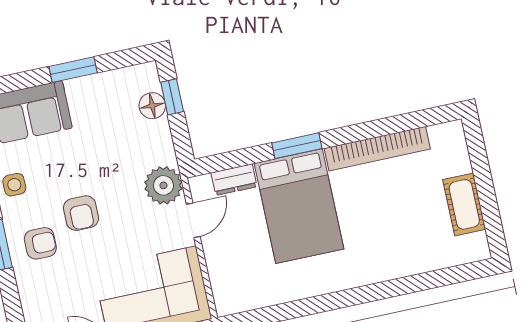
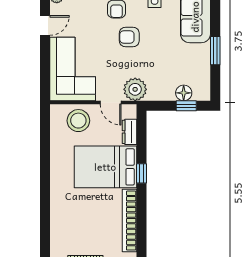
window: (297, 146) -> (142, 173), width x0.67
stool: (234, 266) -> (78, 121), added

